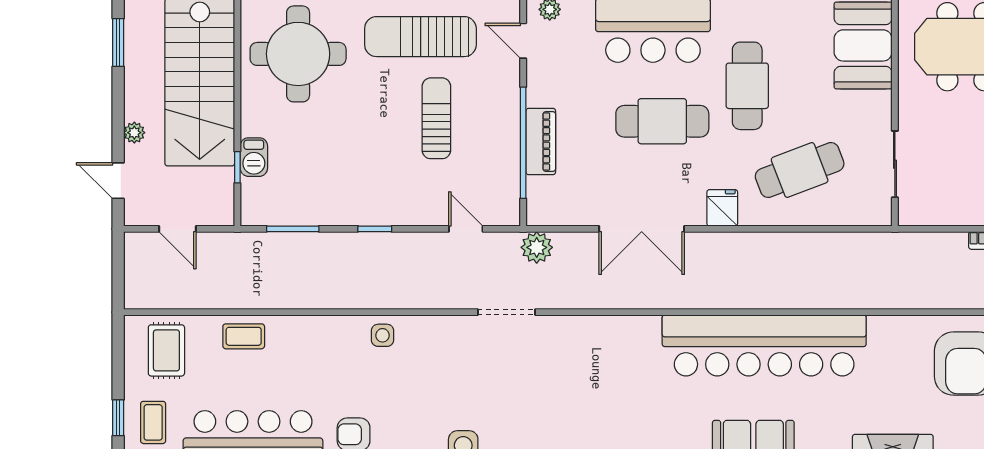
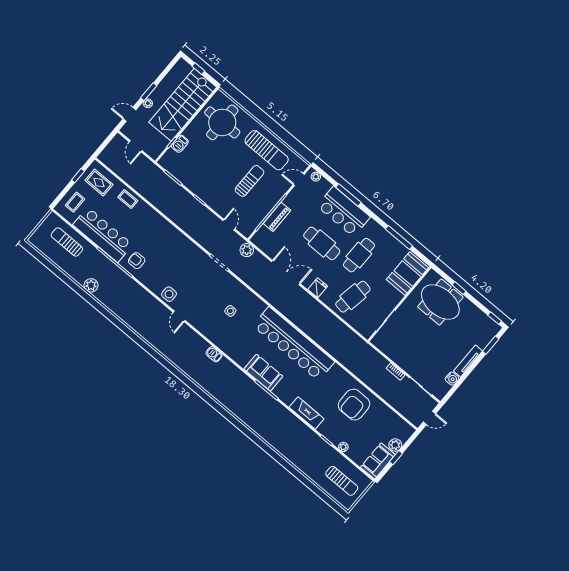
sun lounger: (420, 37) -> (267, 150), turned 180
door: (523, 41) -> (299, 180), hinge flipped
window: (118, 42) -> (149, 92), moved
cafe table: (800, 170) -> (353, 297), turned -59
door: (118, 181) -> (130, 114), hinge flipped
double door: (642, 229) -> (286, 273), swing flipped
side table: (383, 335) -> (230, 311), moved
rug: (166, 350) -> (99, 182), turned 90
window: (118, 418) -> (78, 176), moved

